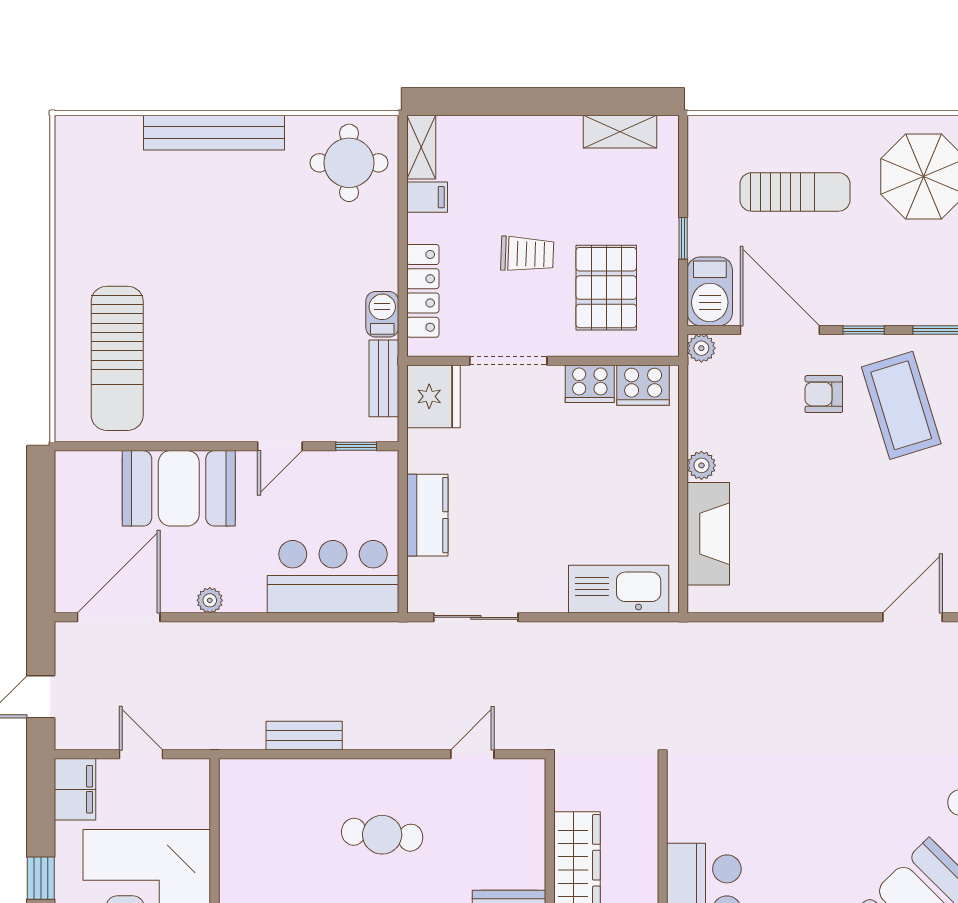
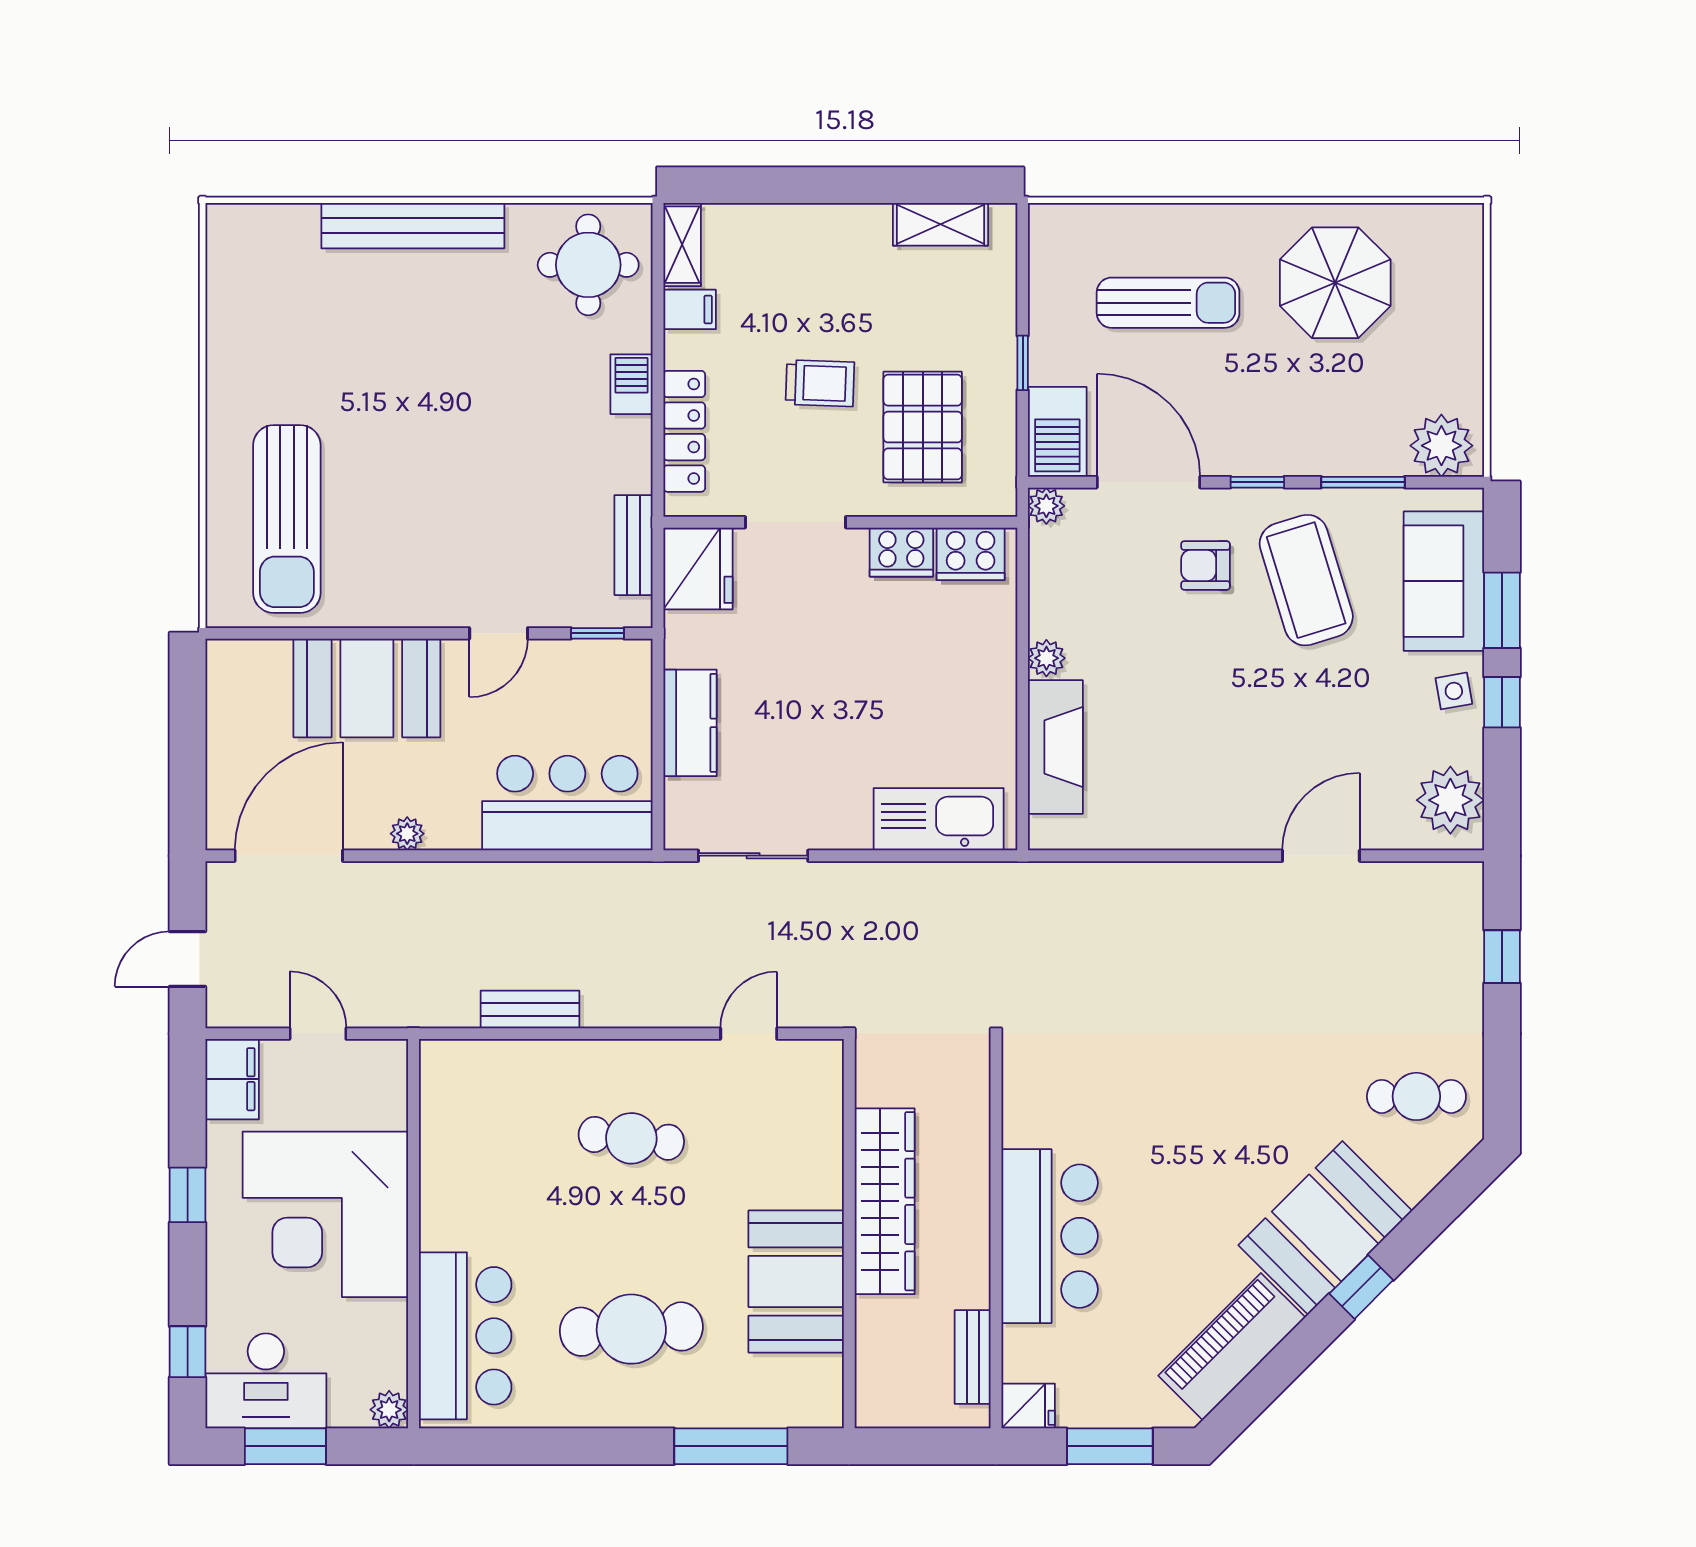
barbecue: (382, 314) -> (631, 384), moved

